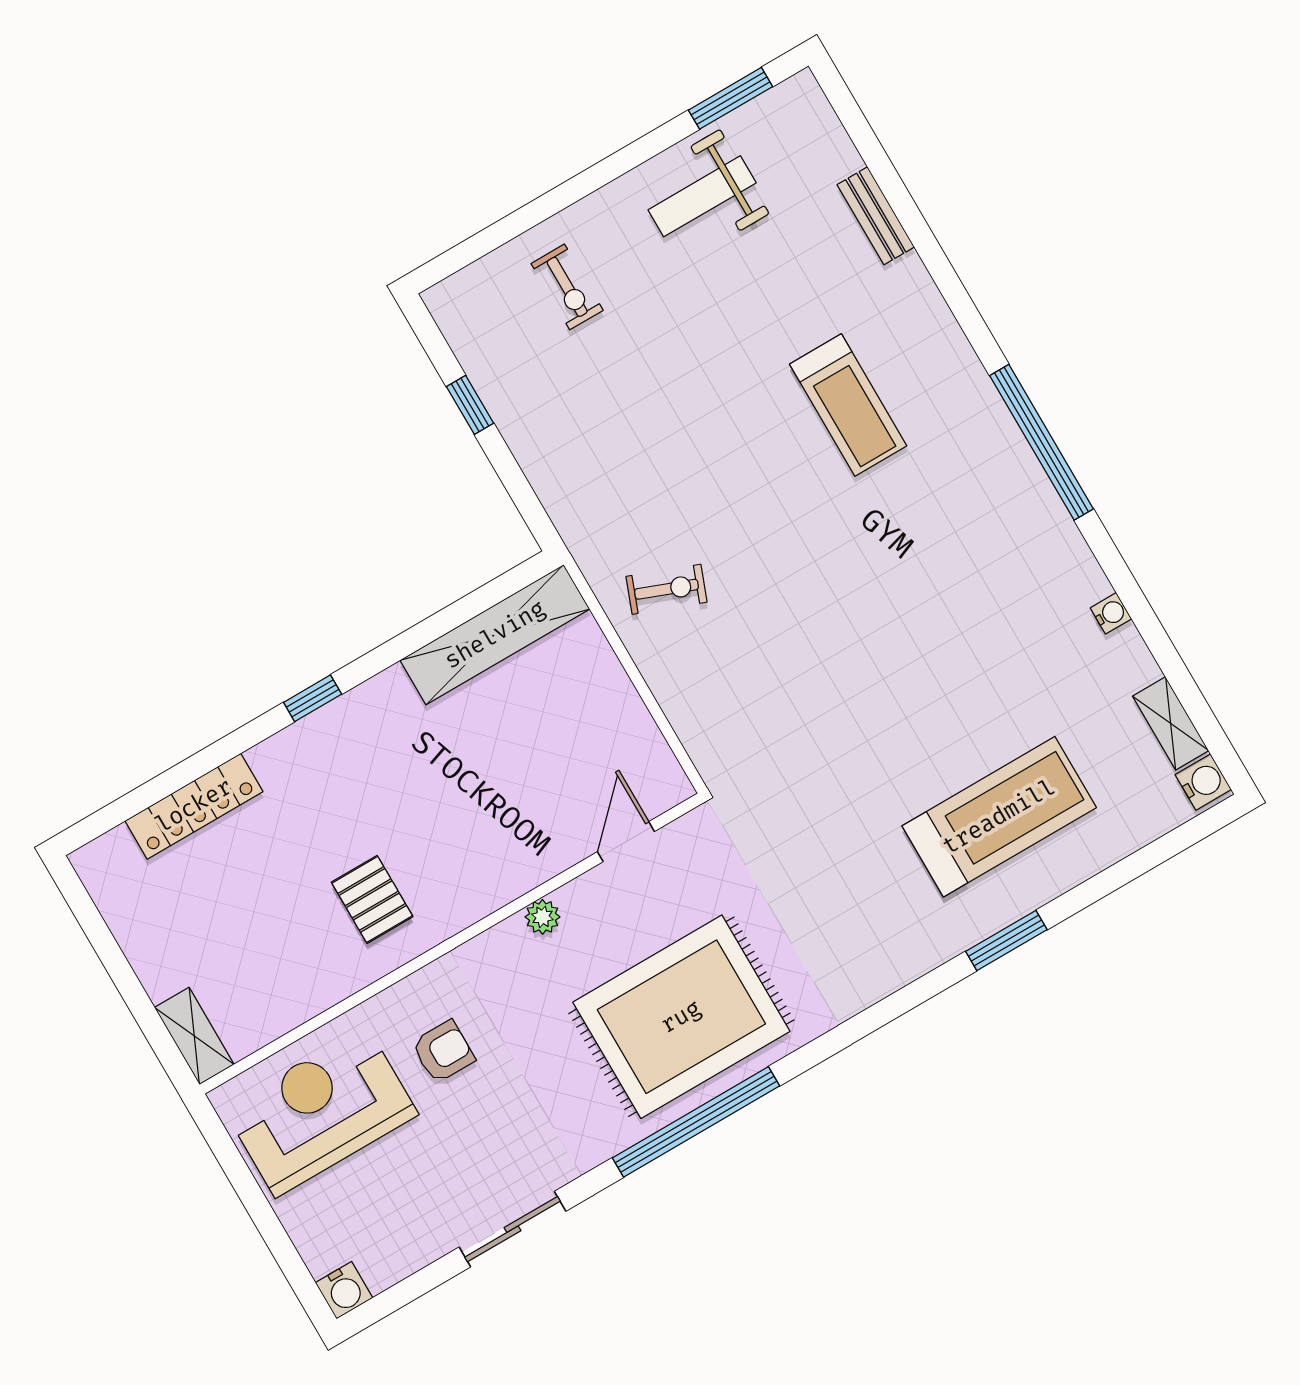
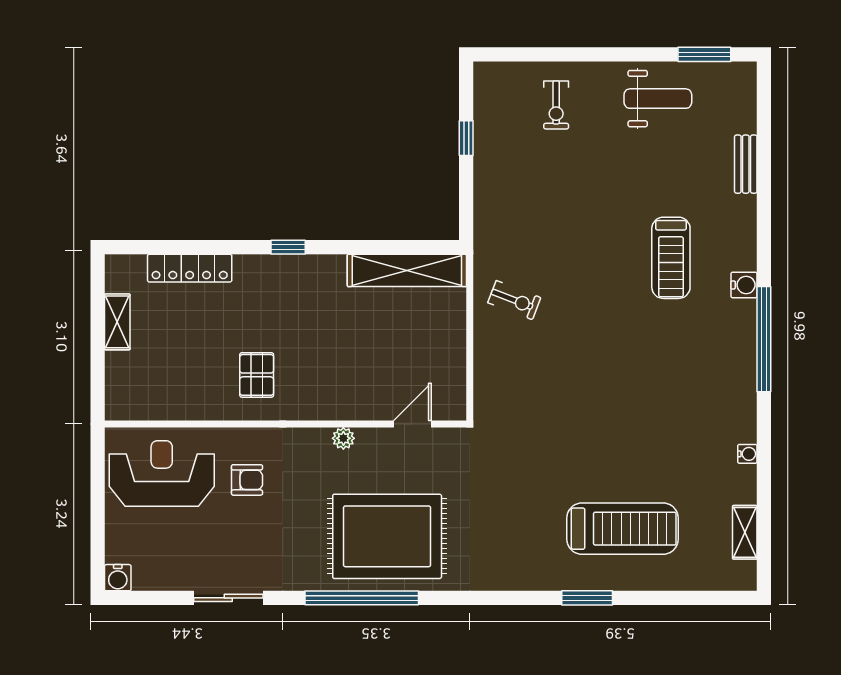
weight bench: (702, 196) -> (658, 99), turned 180
water cooler: (1203, 782) -> (744, 285), moved
shelving: (194, 1036) -> (117, 322), moved

